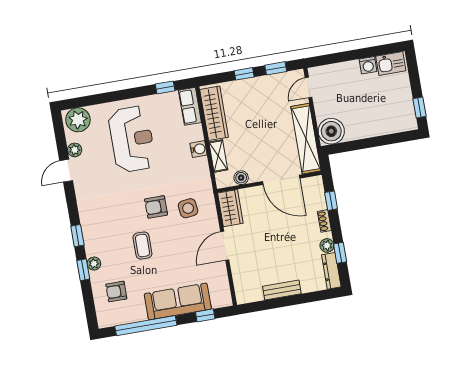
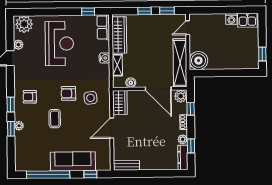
plant: (314, 185) -> (181, 96), added
bench: (282, 290) -> (126, 165), moved
armchair: (116, 291) -> (30, 97), moved

